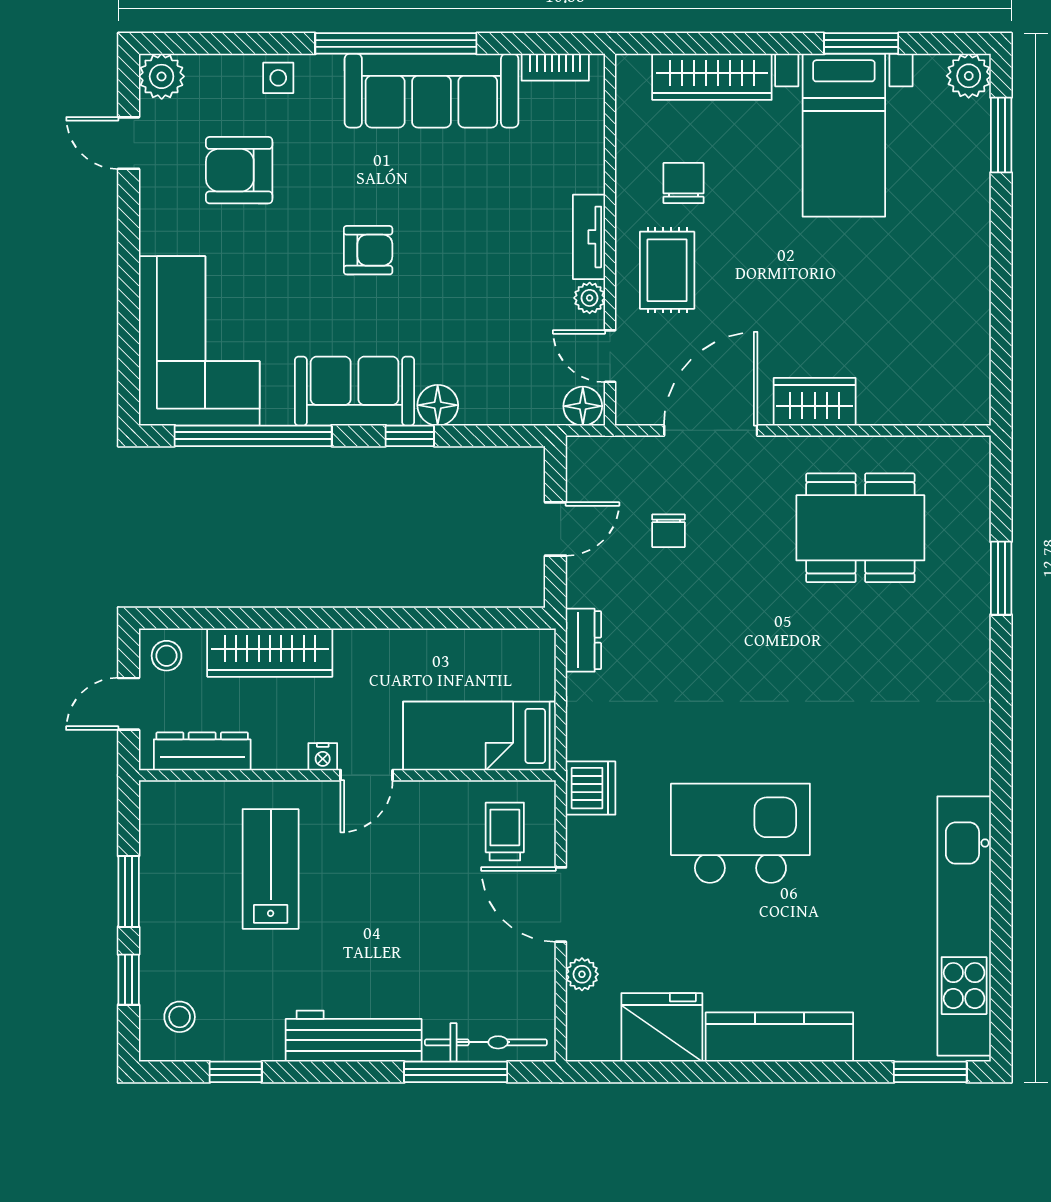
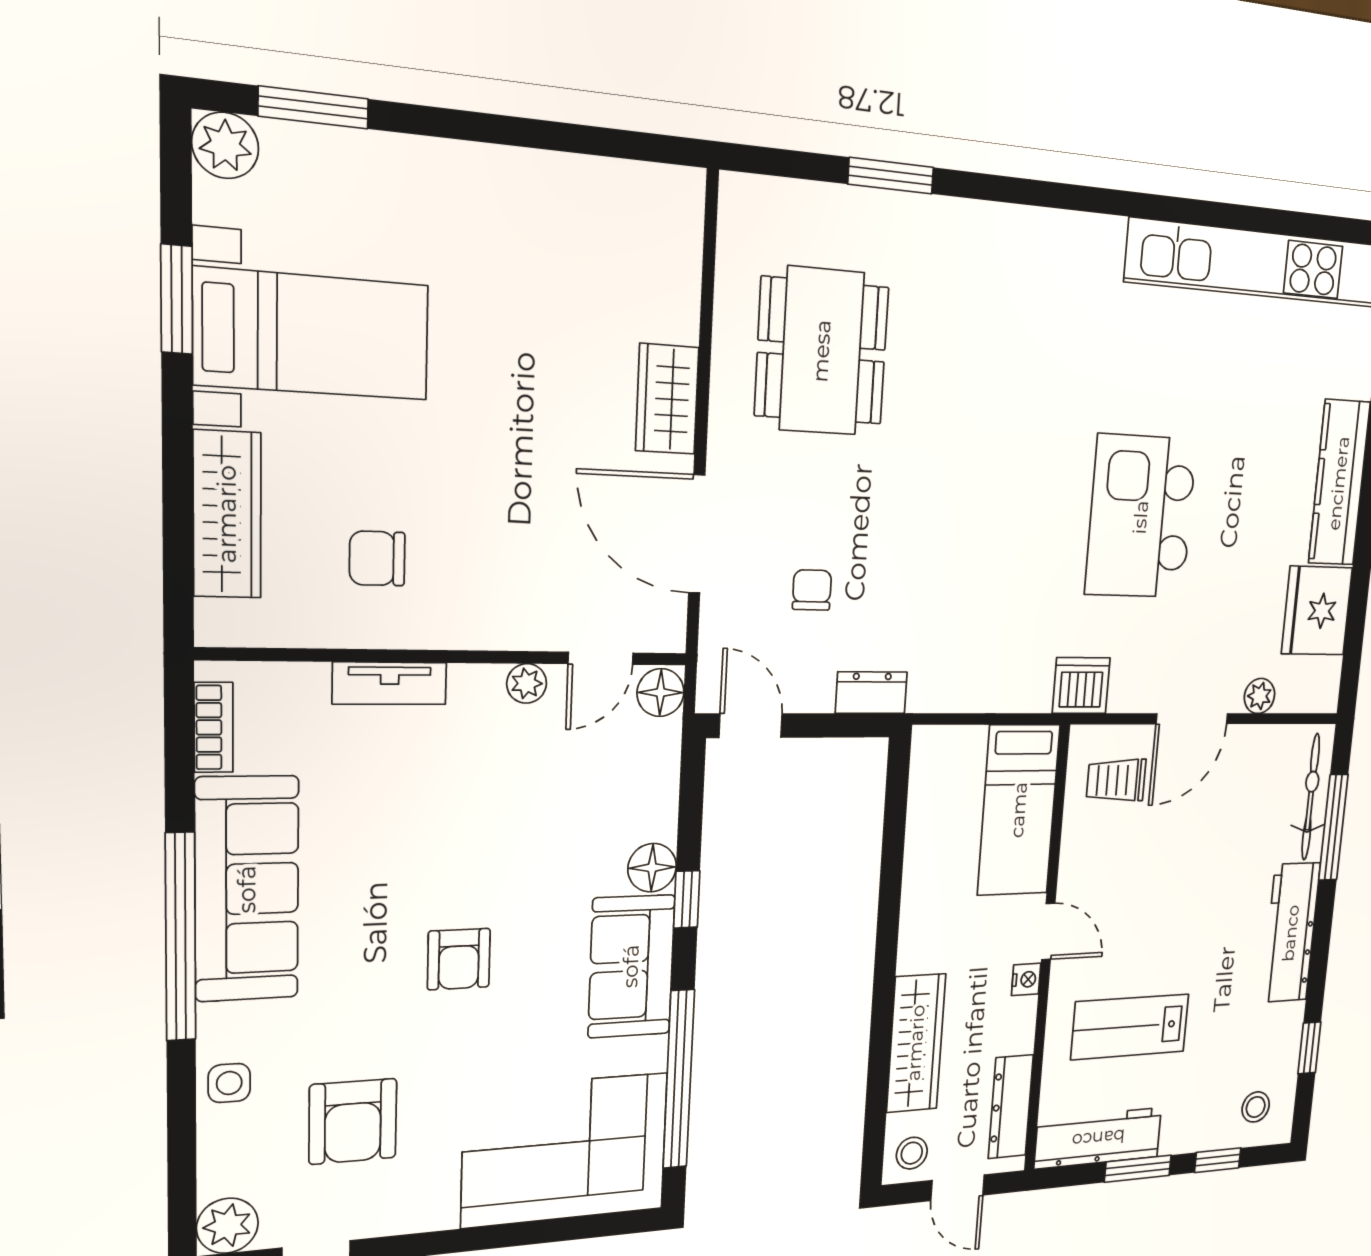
tv unit: (589, 237) -> (390, 683), moved
armchair: (368, 250) -> (459, 959), turned 180
rug: (667, 270) -> (494, 583), removed
door: (555, 529) -> (751, 726), moved
chair: (669, 531) -> (812, 590), turned -90
dresser: (583, 640) -> (871, 693), moved
workbench: (163, 846) -> (1098, 1138), added

